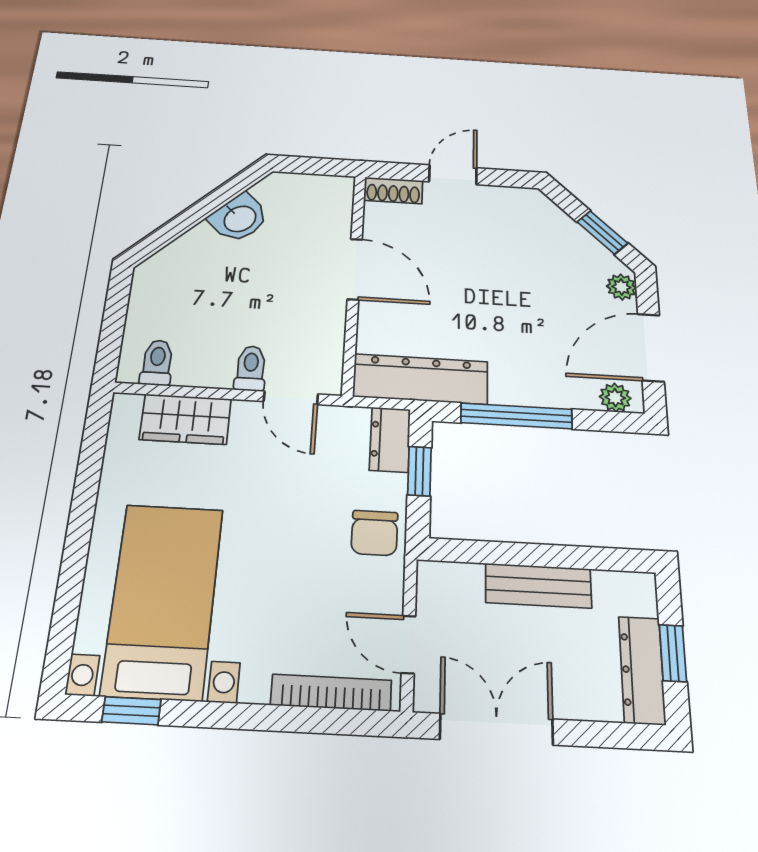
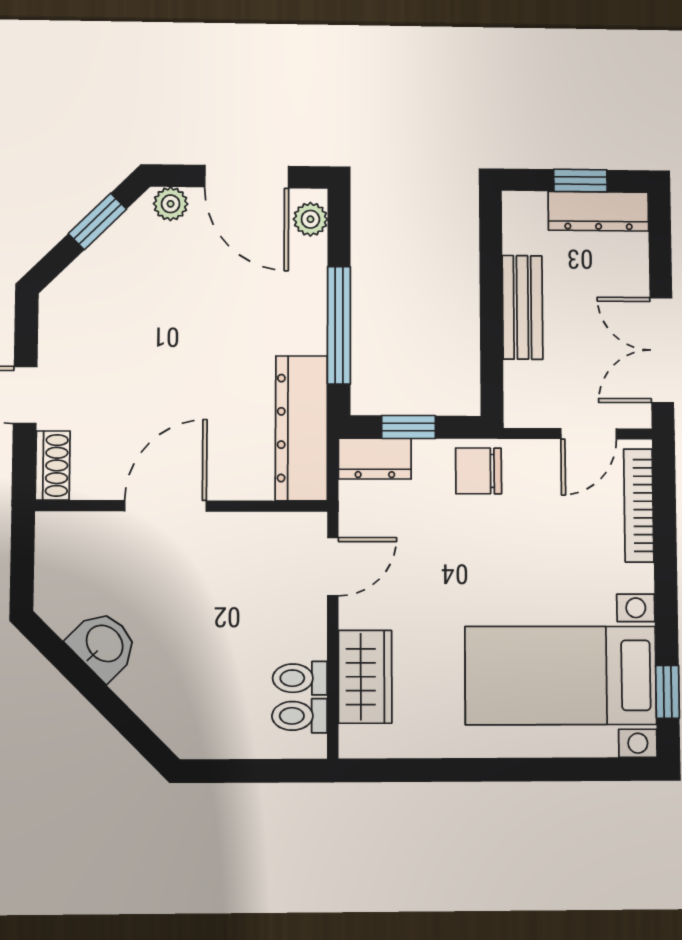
toilet: (251, 368) -> (300, 678), moved
chair: (375, 533) -> (479, 471), turned 180

